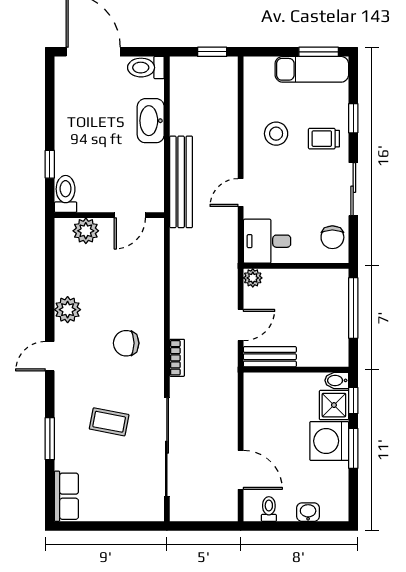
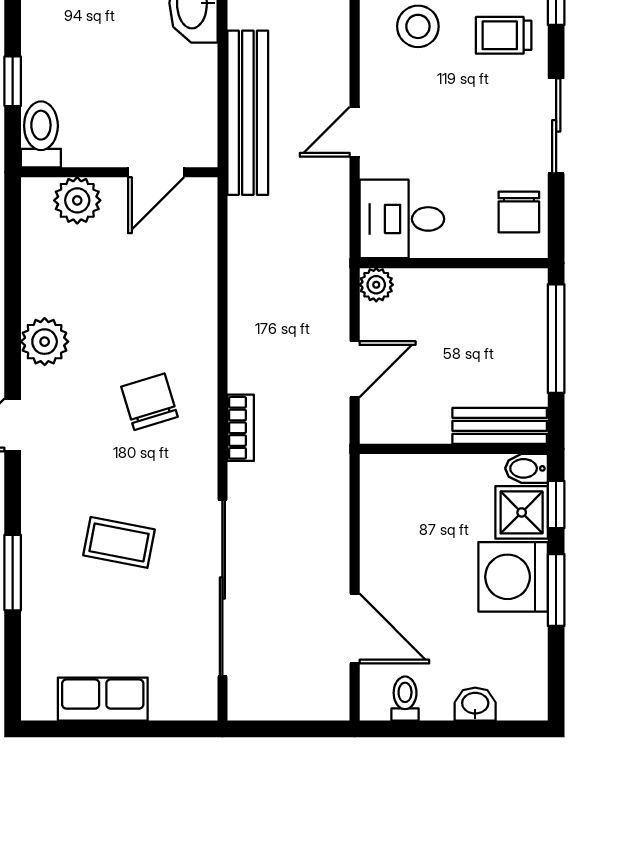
chair: (126, 343) -> (149, 402), turned 73
bench: (270, 357) -> (500, 426), moved
row of seats: (66, 496) -> (103, 699), moved, turned -90

